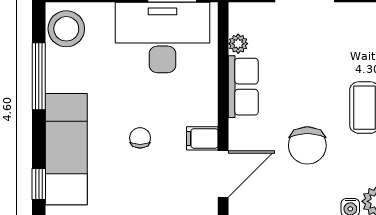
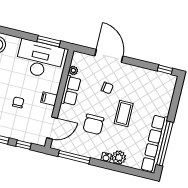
chair: (317, 63) -> (107, 88), added
filing cabinet: (202, 138) -> (49, 99), moved

